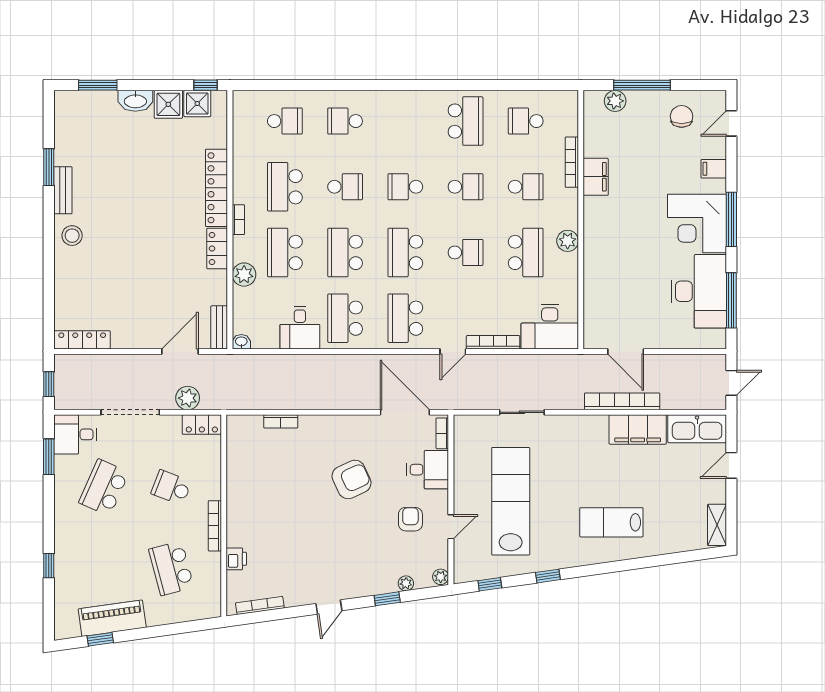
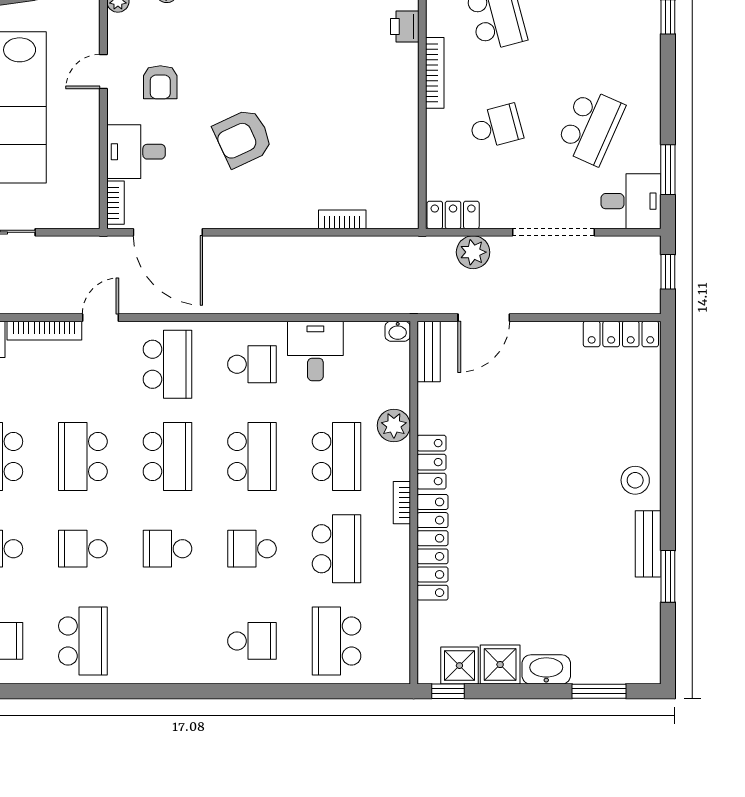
school desk: (285, 121) -> (337, 641), width x1.85
school desk: (466, 121) -> (83, 641), turned 180
school desk: (405, 187) -> (167, 549), turned 180
school desk: (466, 252) -> (83, 456), width x1.85
school desk: (345, 318) -> (252, 364), width x0.54
school desk: (171, 488) -> (496, 127), turned -36

